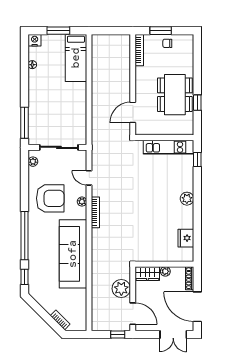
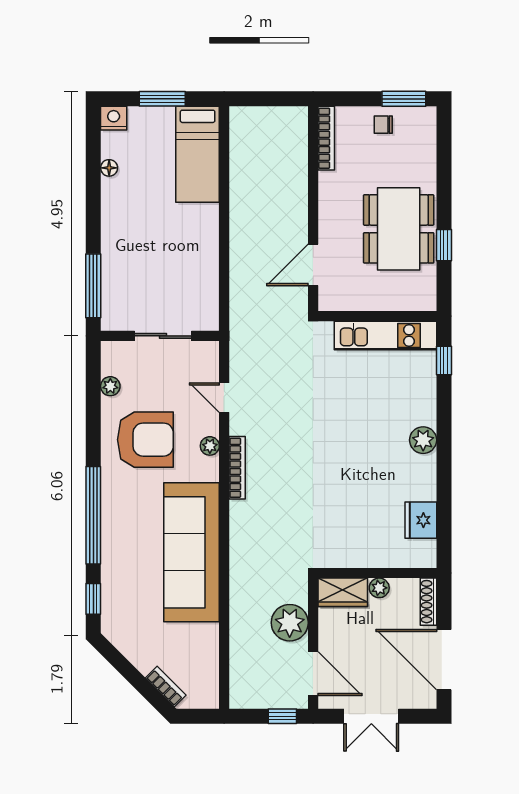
window: (161, 31) -> (404, 99), moved
sliding door: (59, 147) -> (163, 336), width x0.73
plant: (33, 162) -> (110, 386), moved
double door: (173, 335) -> (371, 716), moved

